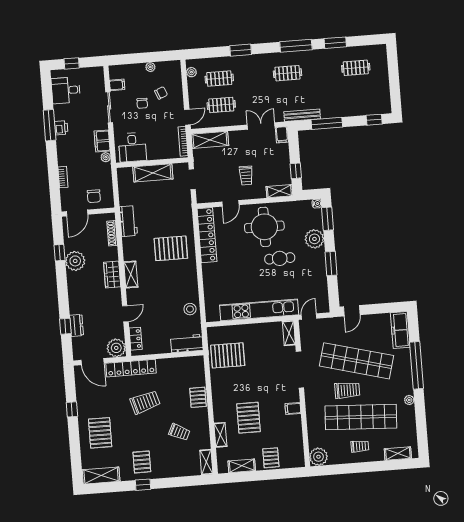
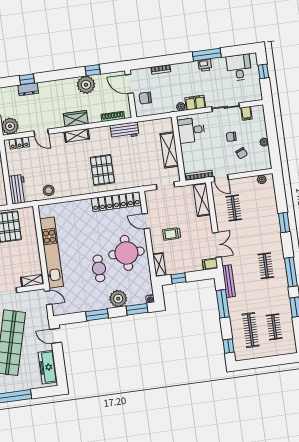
clothes rail: (219, 79) -> (251, 330), moved, width x1.36
freezer: (400, 330) -> (48, 367), moved, turned -90

